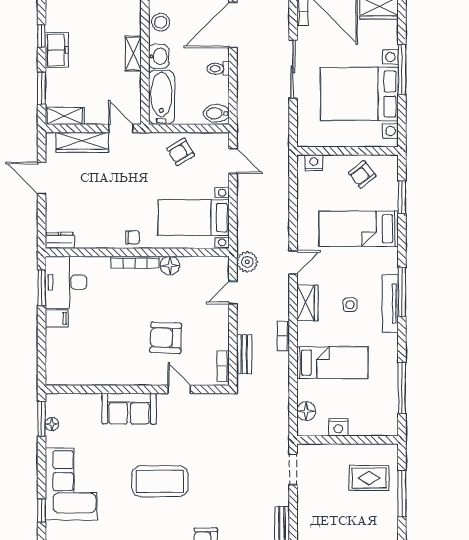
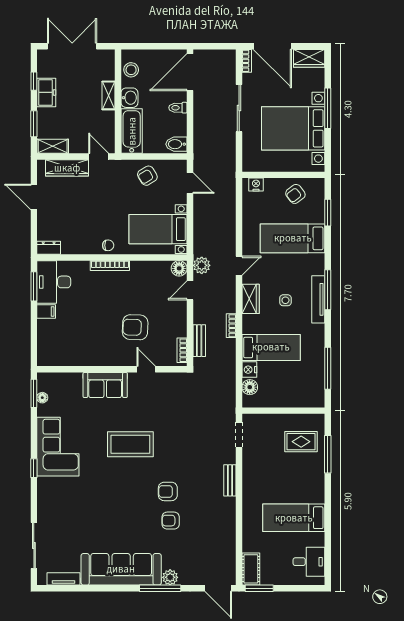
floor lamp: (170, 266) -> (179, 268), moved
nightstand: (338, 427) -> (249, 370), moved, turned 90

